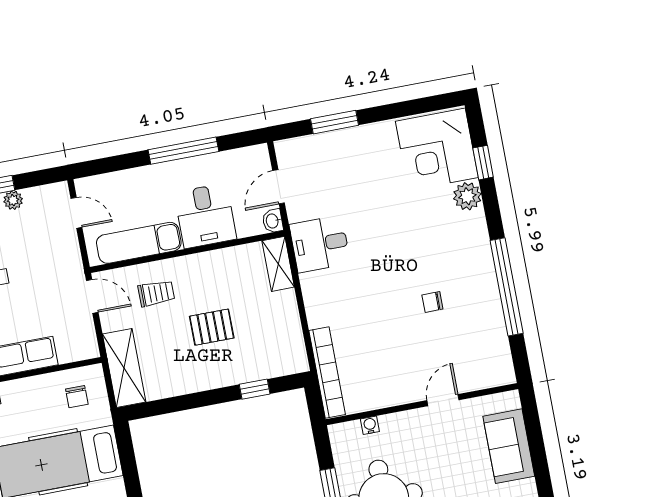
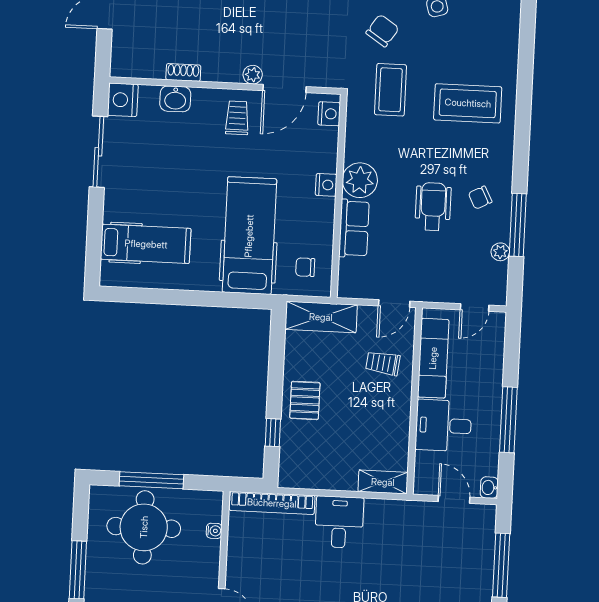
window: (335, 122) -> (501, 565), width x1.44
washbasin: (273, 221) -> (489, 488), moved, turned -90
desk: (320, 244) -> (339, 522), moved
trolley: (156, 293) -> (383, 363), turned 97
pallet: (212, 327) -> (305, 400), moved

